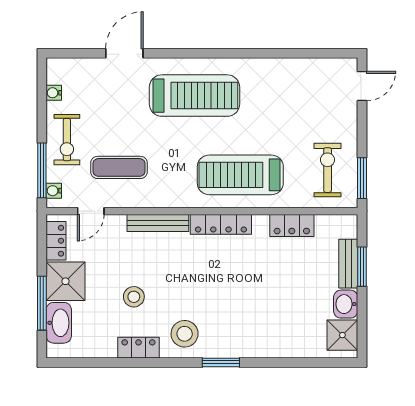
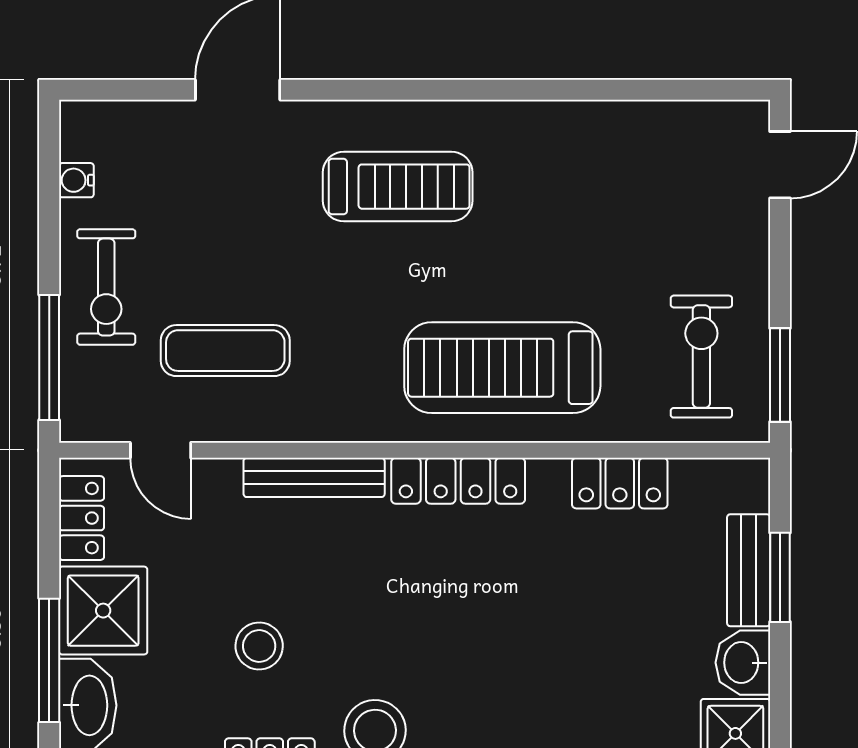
treadmill: (194, 96) -> (398, 187), width x0.73, depth x0.73
water cooler: (54, 191) -> (76, 404), removed
door: (91, 211) -> (161, 450), hinge flipped

